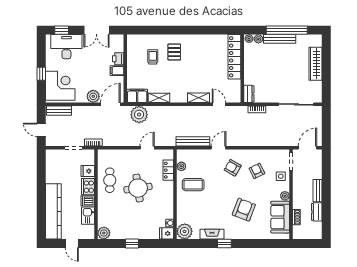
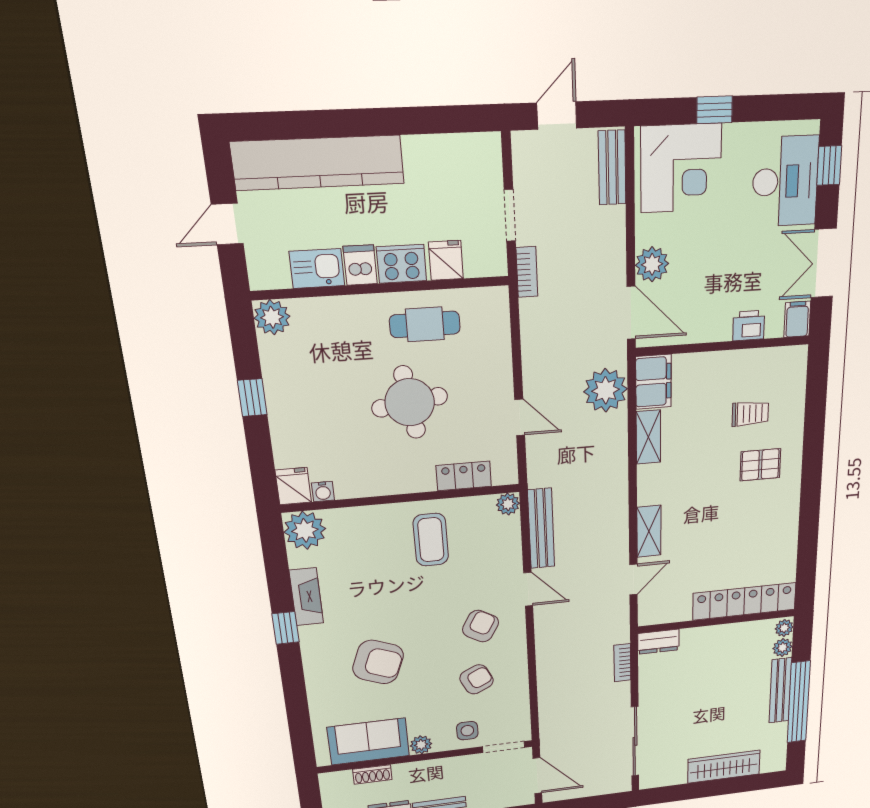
filing cabinet: (117, 71) -> (797, 319), moved
plant: (181, 166) -> (508, 504), moved

